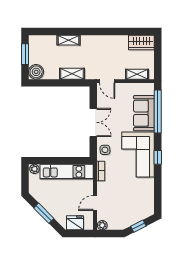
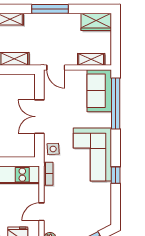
window: (102, 31) -> (50, 9), added
sofa: (144, 113) -> (99, 91), moved
double door: (93, 122) -> (39, 117), swing flipped
window: (158, 157) -> (116, 175), moved

